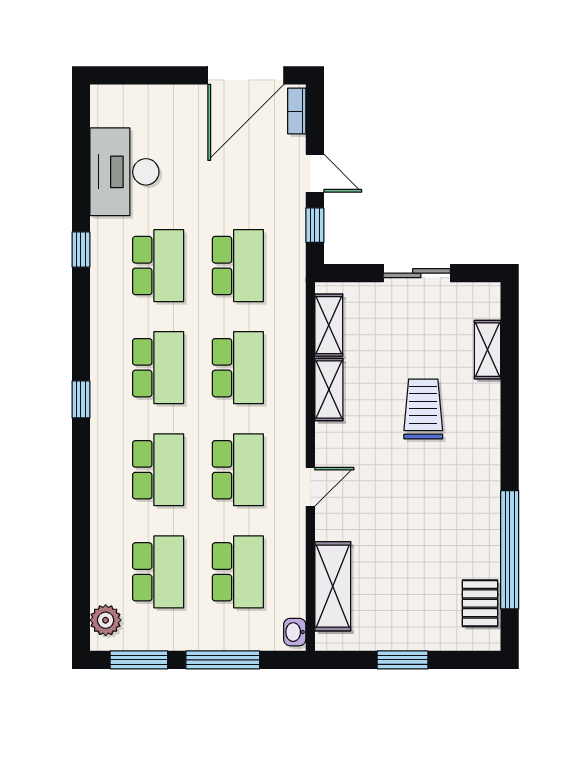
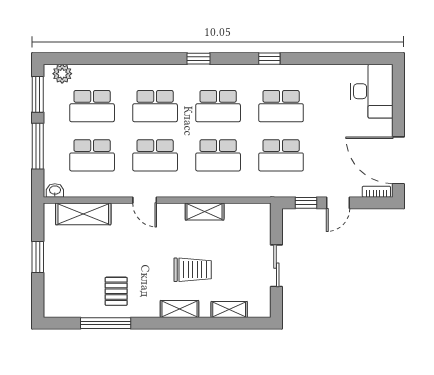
desk: (124, 172) -> (372, 91), moved, turned 90
window: (81, 250) -> (269, 59), moved
shelving: (329, 325) -> (179, 309), moved
window: (510, 550) -> (106, 323), width x0.68
pallet: (480, 603) -> (116, 291), moved, turned 90

